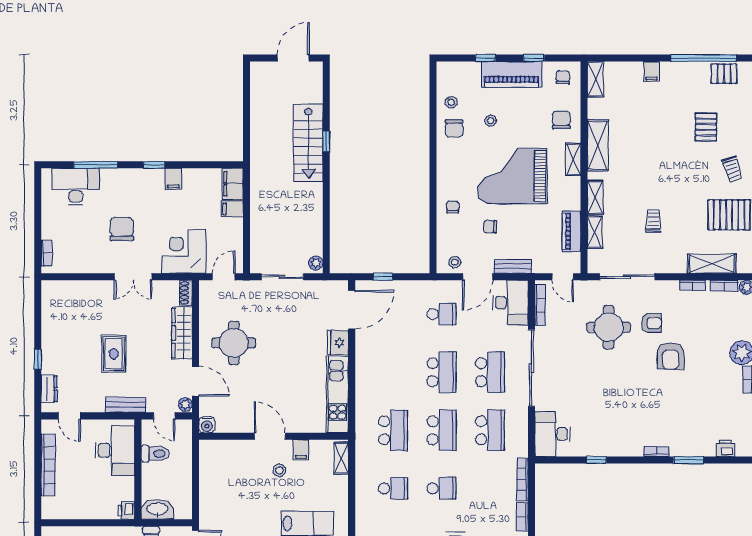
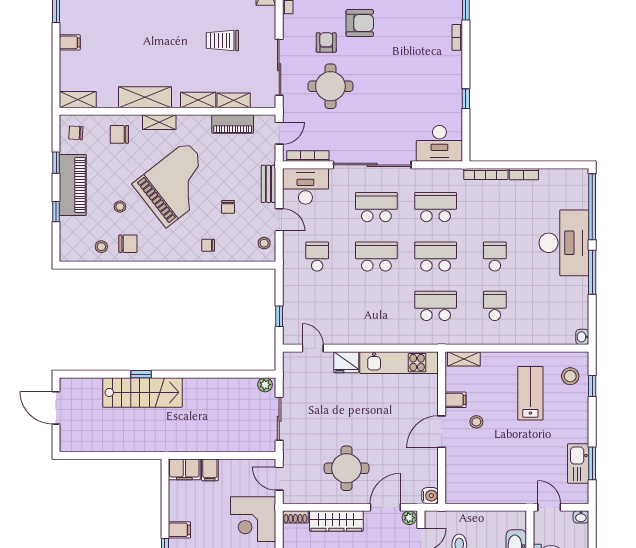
grand piano: (512, 176) -> (176, 184), turned -128
trolley: (653, 221) -> (222, 41), width x1.36, depth x1.39
door: (478, 277) -> (279, 220), width x0.73
door: (352, 310) -> (313, 348), width x0.53

